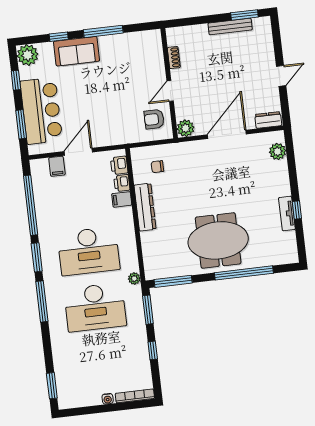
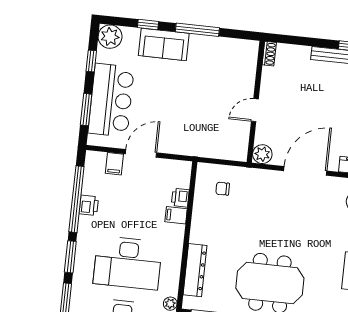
shoe rack: (174, 58) -> (269, 54), moved
armchair: (154, 119) -> (231, 137), removed
printer: (119, 165) -> (89, 205), moved, turned 180
dresser: (145, 207) -> (195, 270), moved

